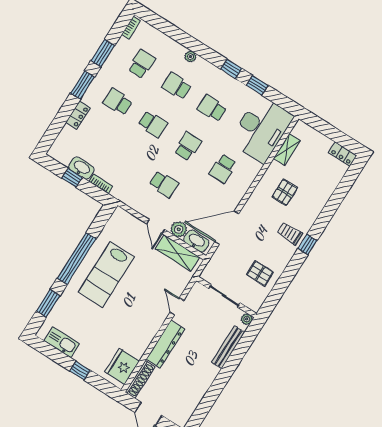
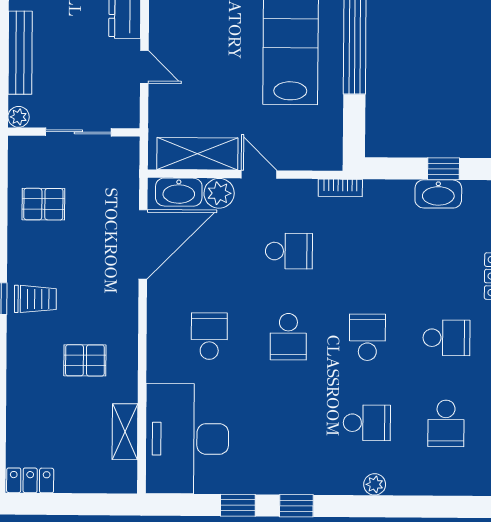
school desk: (212, 108) -> (288, 422), removed
school desk: (153, 124) -> (367, 337), turned 90
bookcase: (101, 184) -> (340, 188), moved
school desk: (164, 184) -> (289, 251), turned 180
pallet: (285, 192) -> (85, 360), turned 90

